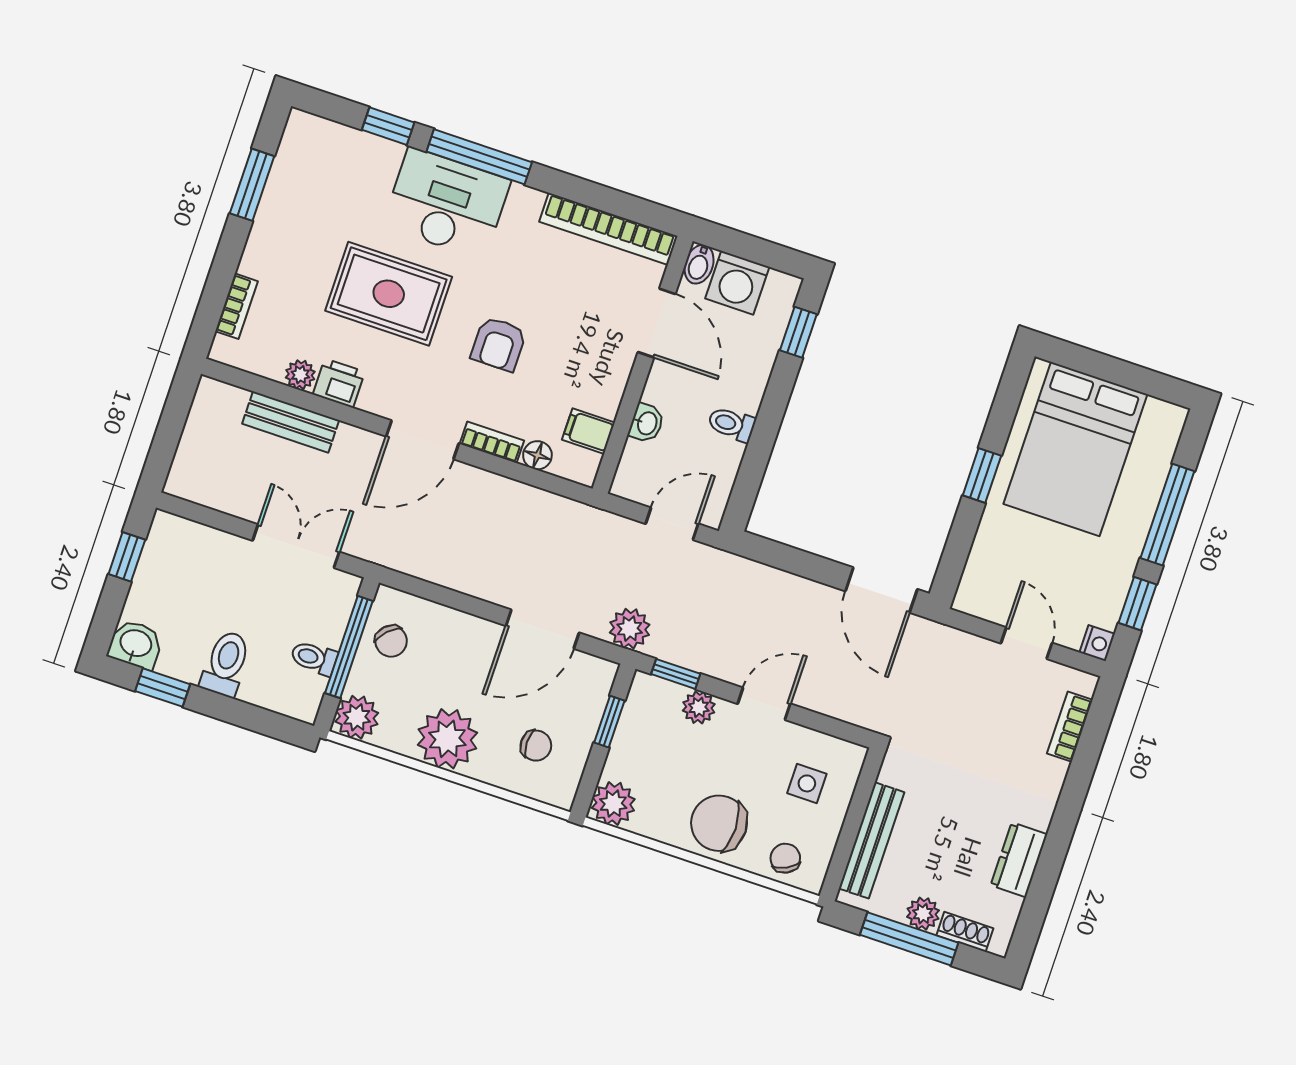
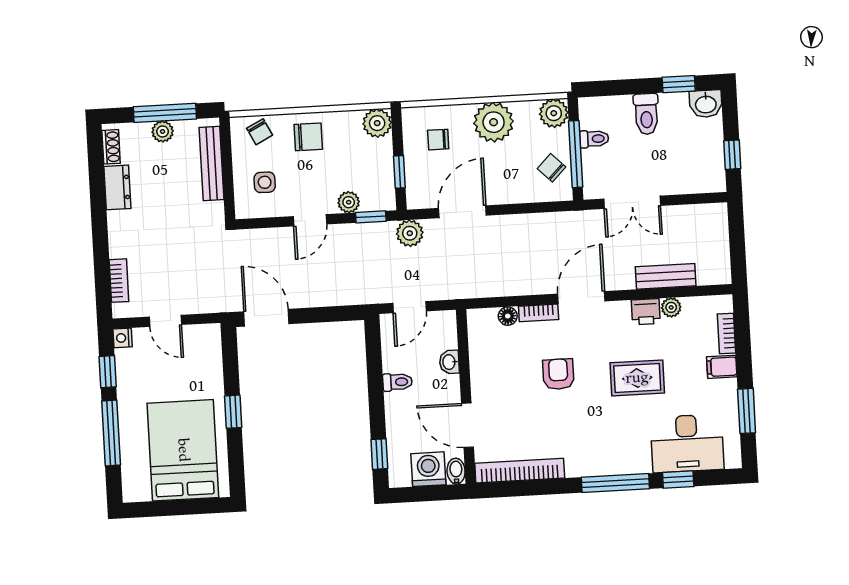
desk: (447, 203) -> (687, 443), moved
rug: (389, 294) -> (637, 378), width x0.73, depth x0.70
filing cabinet: (588, 431) -> (722, 367), moved, turned 180
chair: (719, 823) -> (308, 137), width x0.73, depth x0.73
shoe rack: (965, 932) -> (111, 147), moved, turned -90

